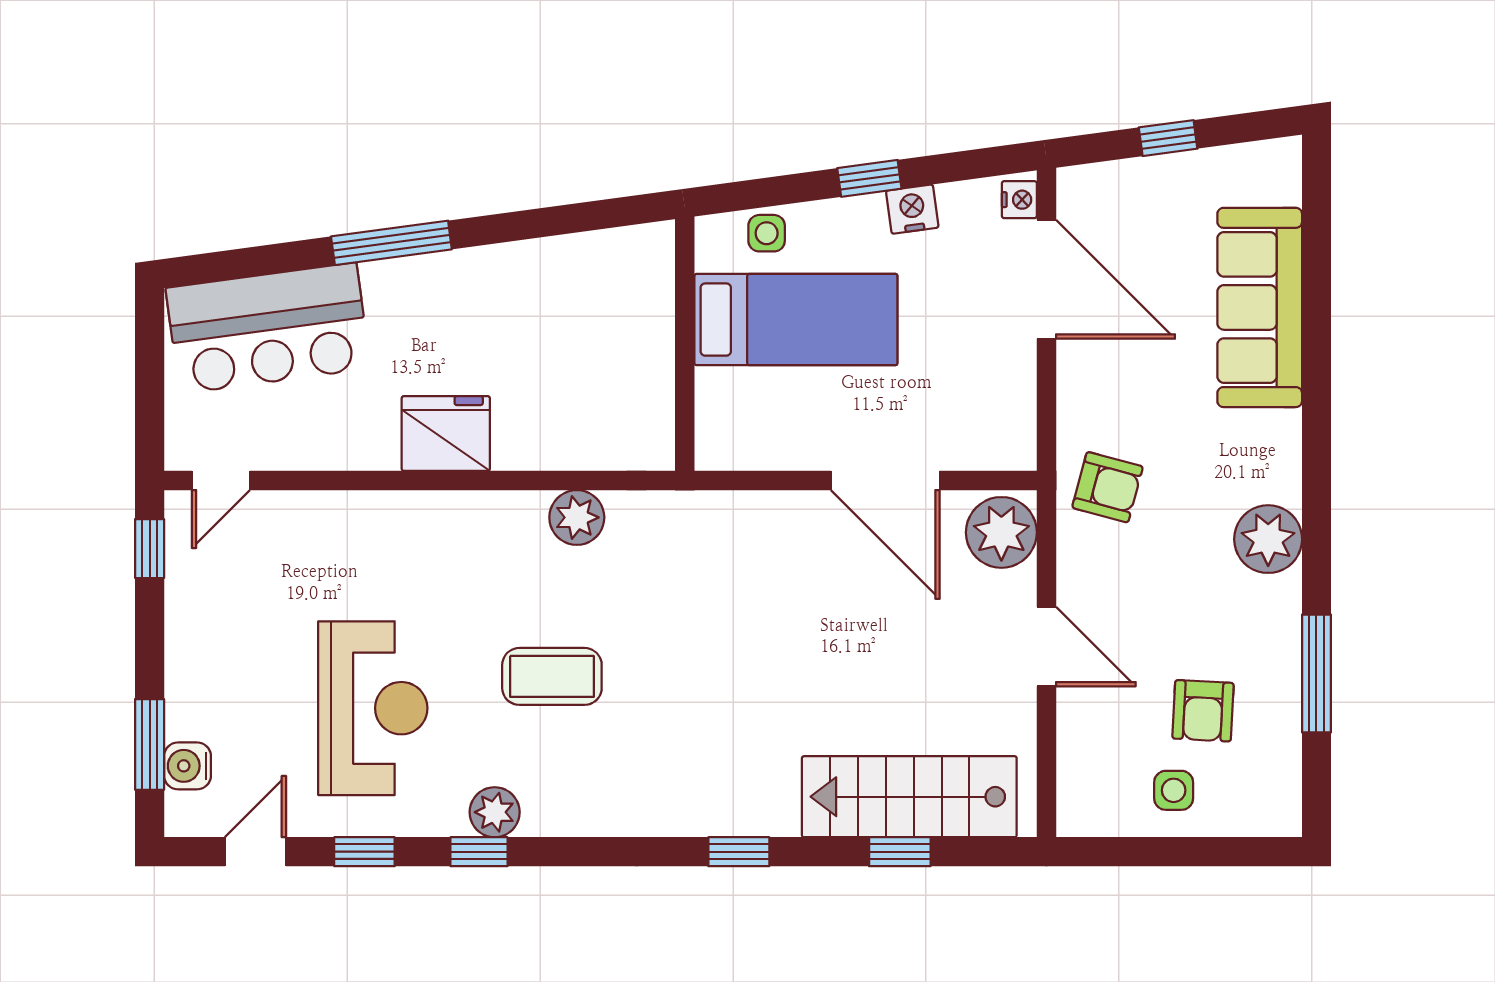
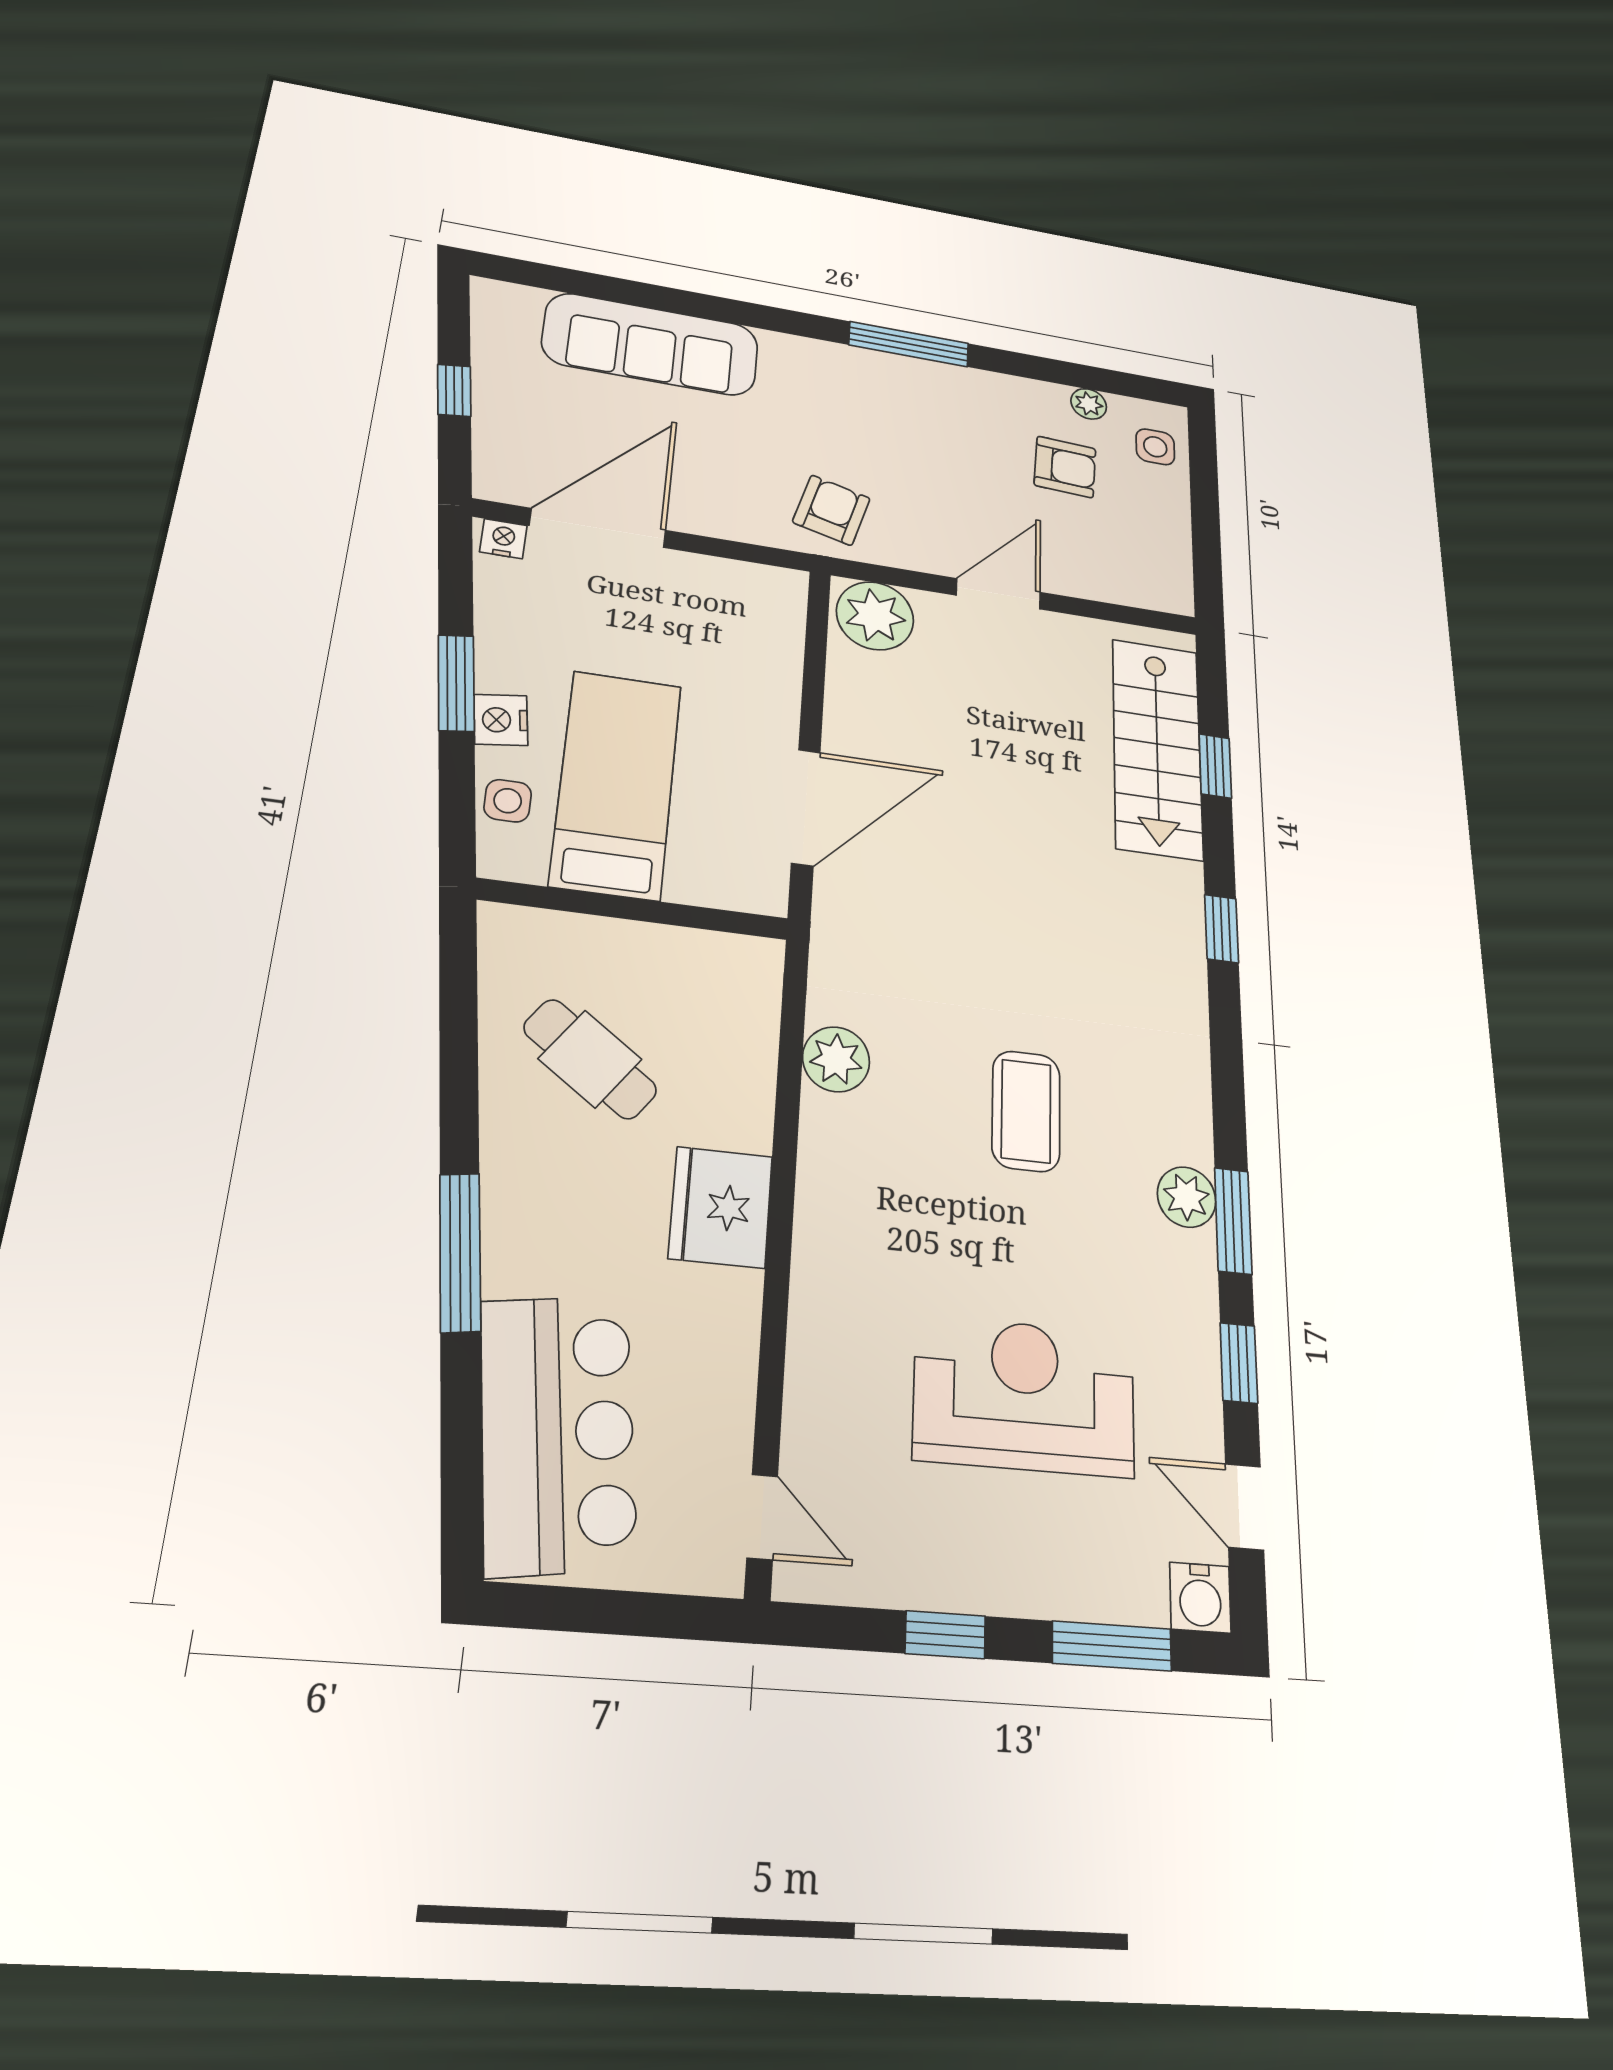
window: (869, 178) -> (456, 683), width x1.50
nightstand: (912, 209) -> (501, 720), moved
cafe table: (553, 322) -> (590, 1059), added
door: (885, 480) -> (806, 807), moved
plant: (1268, 539) -> (1089, 404), moved, width x0.53, depth x0.53
window: (150, 549) -> (945, 1635), moved
window: (1316, 674) -> (909, 344), moved
reception desk: (373, 708) -> (1025, 1396), moved
water cooler: (187, 766) -> (1200, 1598), moved
side table: (1174, 790) -> (1155, 447), moved
window: (479, 852) -> (1233, 1221), width x1.50

